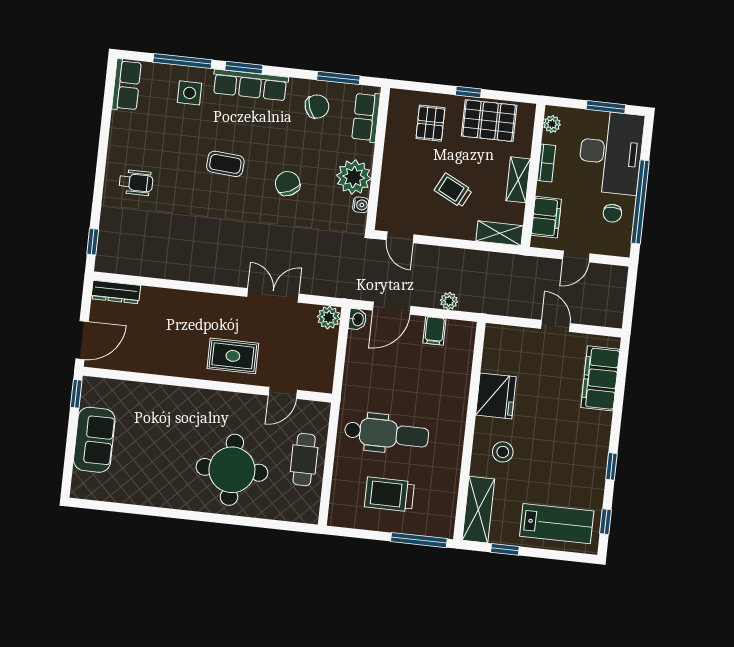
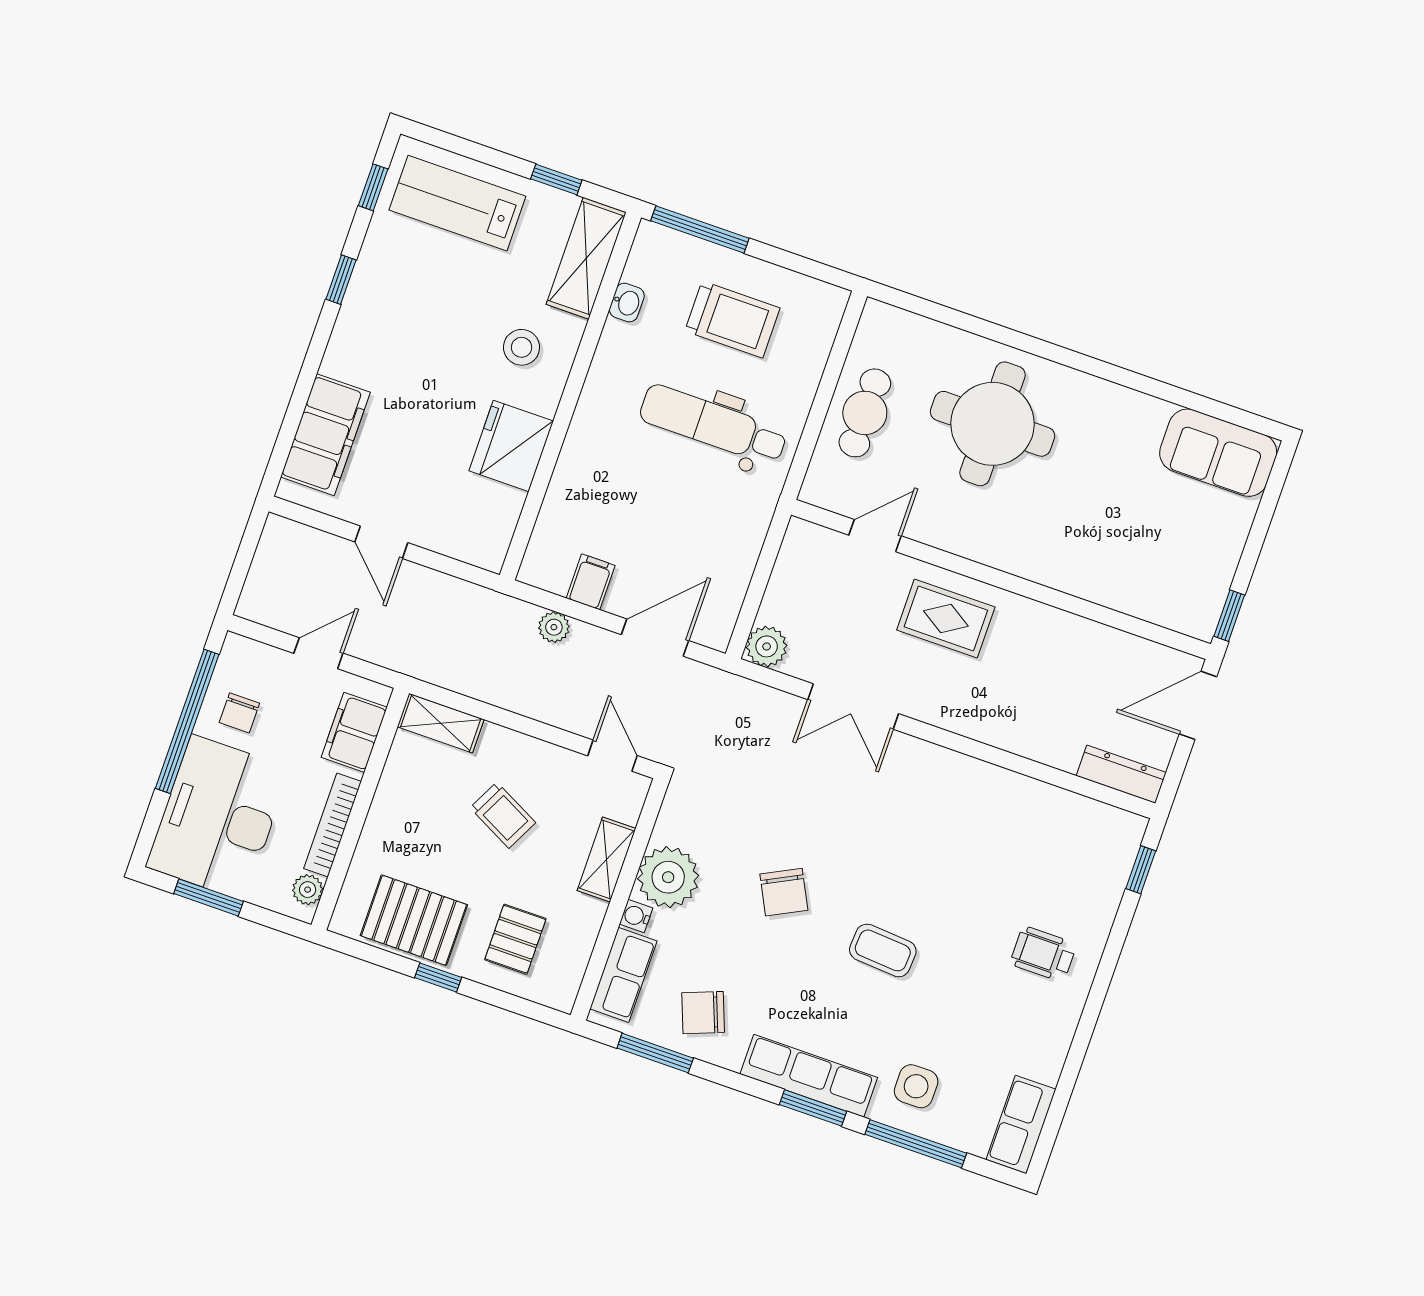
bookcase: (546, 163) -> (333, 825), width x1.56
shelving: (518, 180) -> (606, 859), moved
water cooler: (361, 205) -> (636, 916), moved
chair: (612, 213) -> (239, 713), turned 180
washbasin: (357, 319) -> (627, 303), moved, turned 180
sofa: (94, 440) -> (1218, 453), moved, turned -90

